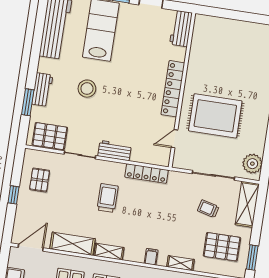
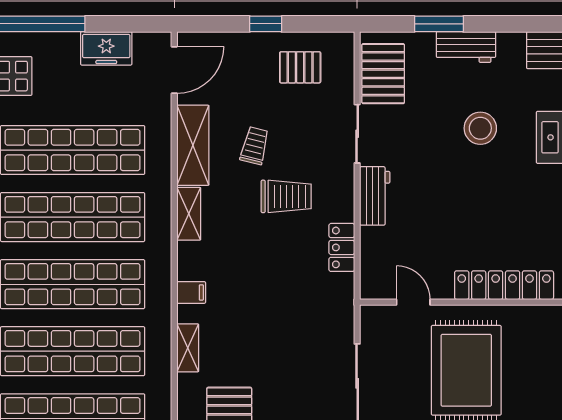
locker: (147, 174) -> (342, 247), width x0.66
trolley: (208, 209) -> (255, 146), moved
door: (31, 248) -> (174, 70), hinge flipped

